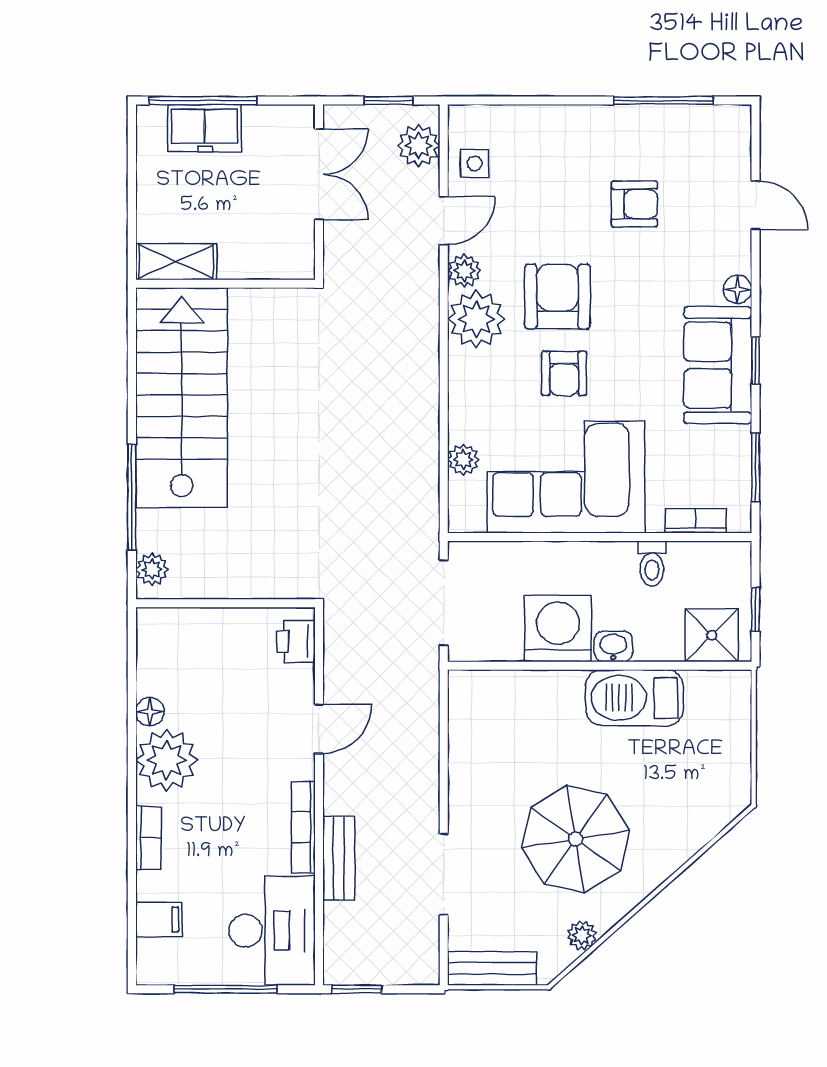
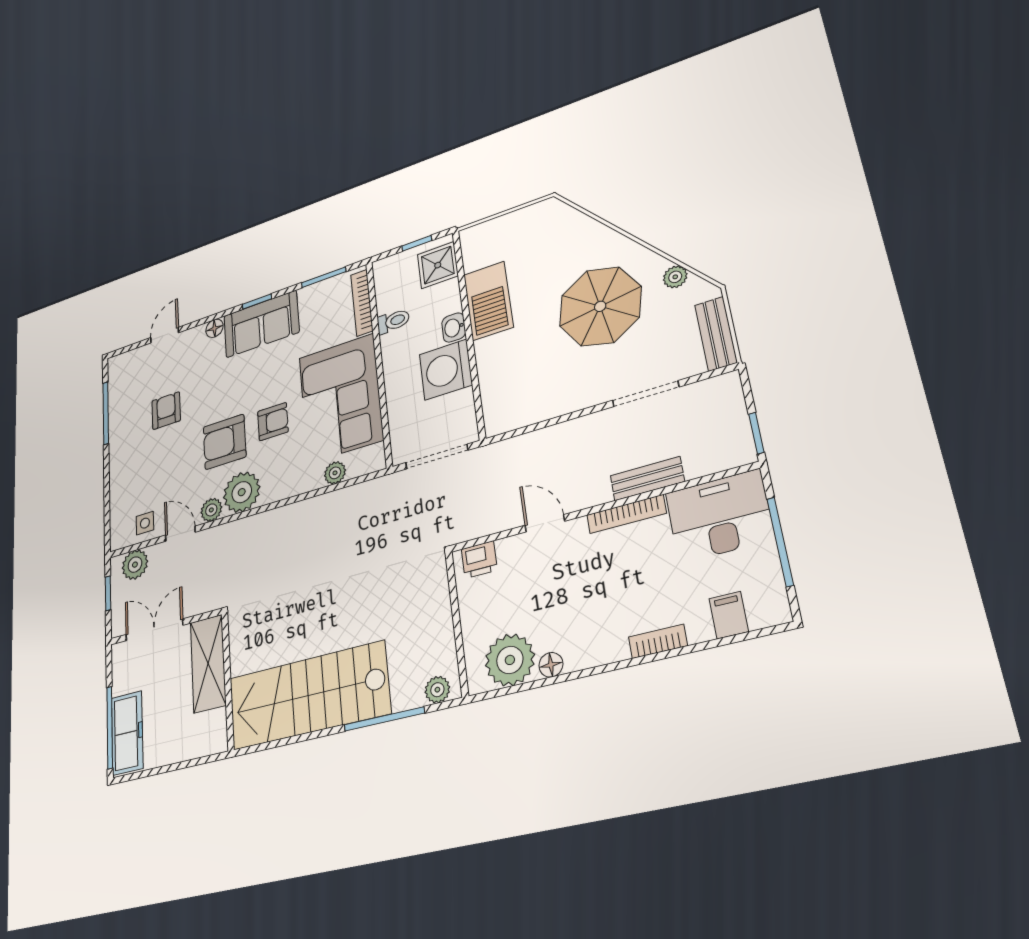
freezer: (205, 128) -> (127, 733), width x1.40
shelving: (176, 262) -> (208, 663), moved, width x1.50, depth x1.33
bookcase: (696, 521) -> (362, 303), width x1.56
plant: (167, 760) -> (510, 660), moved

